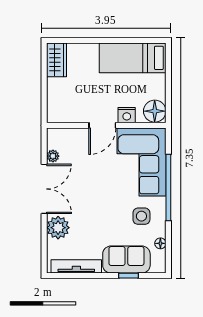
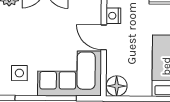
nightstand: (127, 115) -> (113, 16), moved

